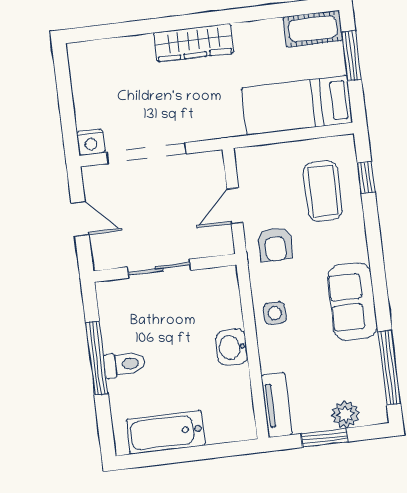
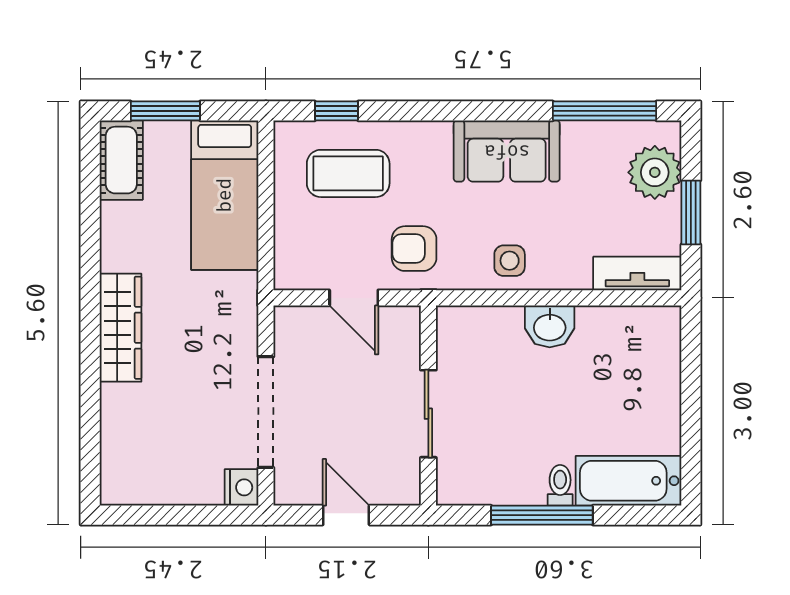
door: (80, 219) -> (346, 515), hinge flipped
armchair: (275, 244) -> (414, 249), turned 180
toilet: (125, 364) -> (560, 485), width x0.73, depth x0.72
plant: (345, 414) -> (655, 172), width x1.36, depth x1.36
bathtub: (166, 432) -> (629, 481), moved, turned 90

